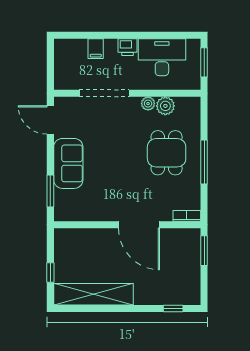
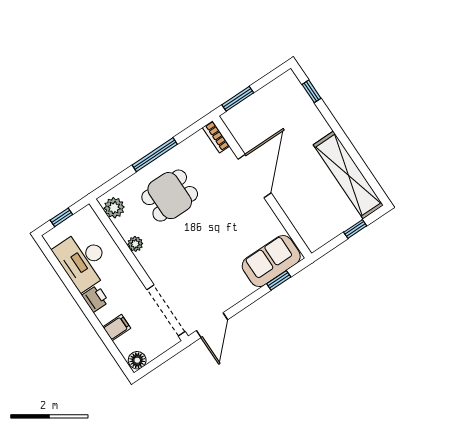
floor lamp: (62, 48) -> (137, 360), added
window: (204, 62) -> (61, 217), width x0.67
doorway: (104, 93) -> (166, 310), moved
plant: (165, 106) -> (114, 208), moved
sofa: (68, 163) -> (271, 261), moved
window: (50, 191) -> (279, 280), width x0.67

